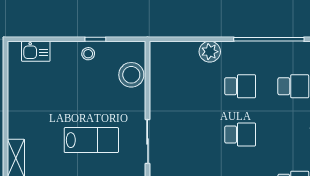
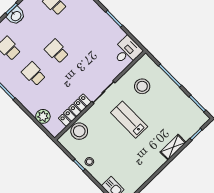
plant: (210, 52) -> (43, 116), moved
locker: (158, 92) -> (75, 110), added

